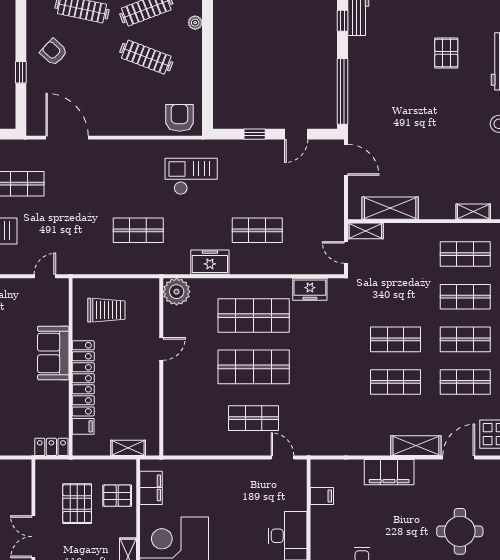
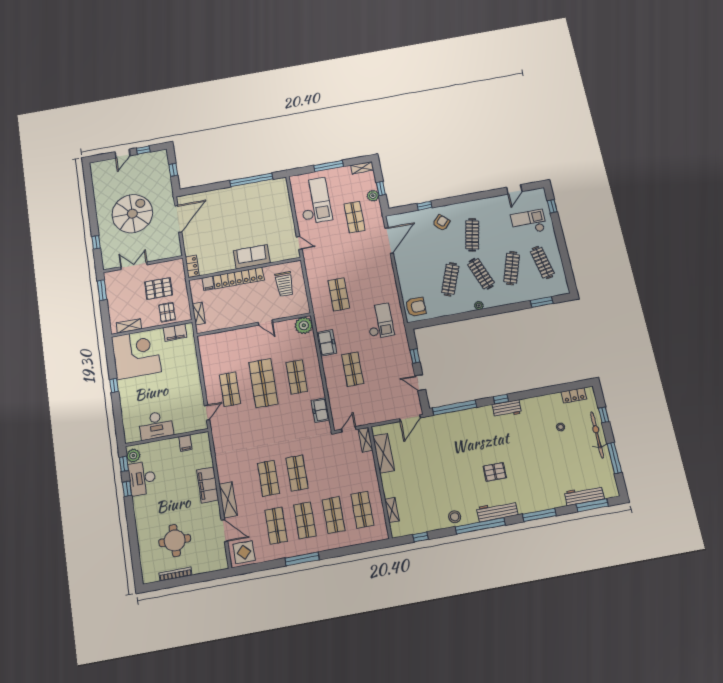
shop shelf: (254, 316) -> (297, 377), width x0.70, depth x0.74

